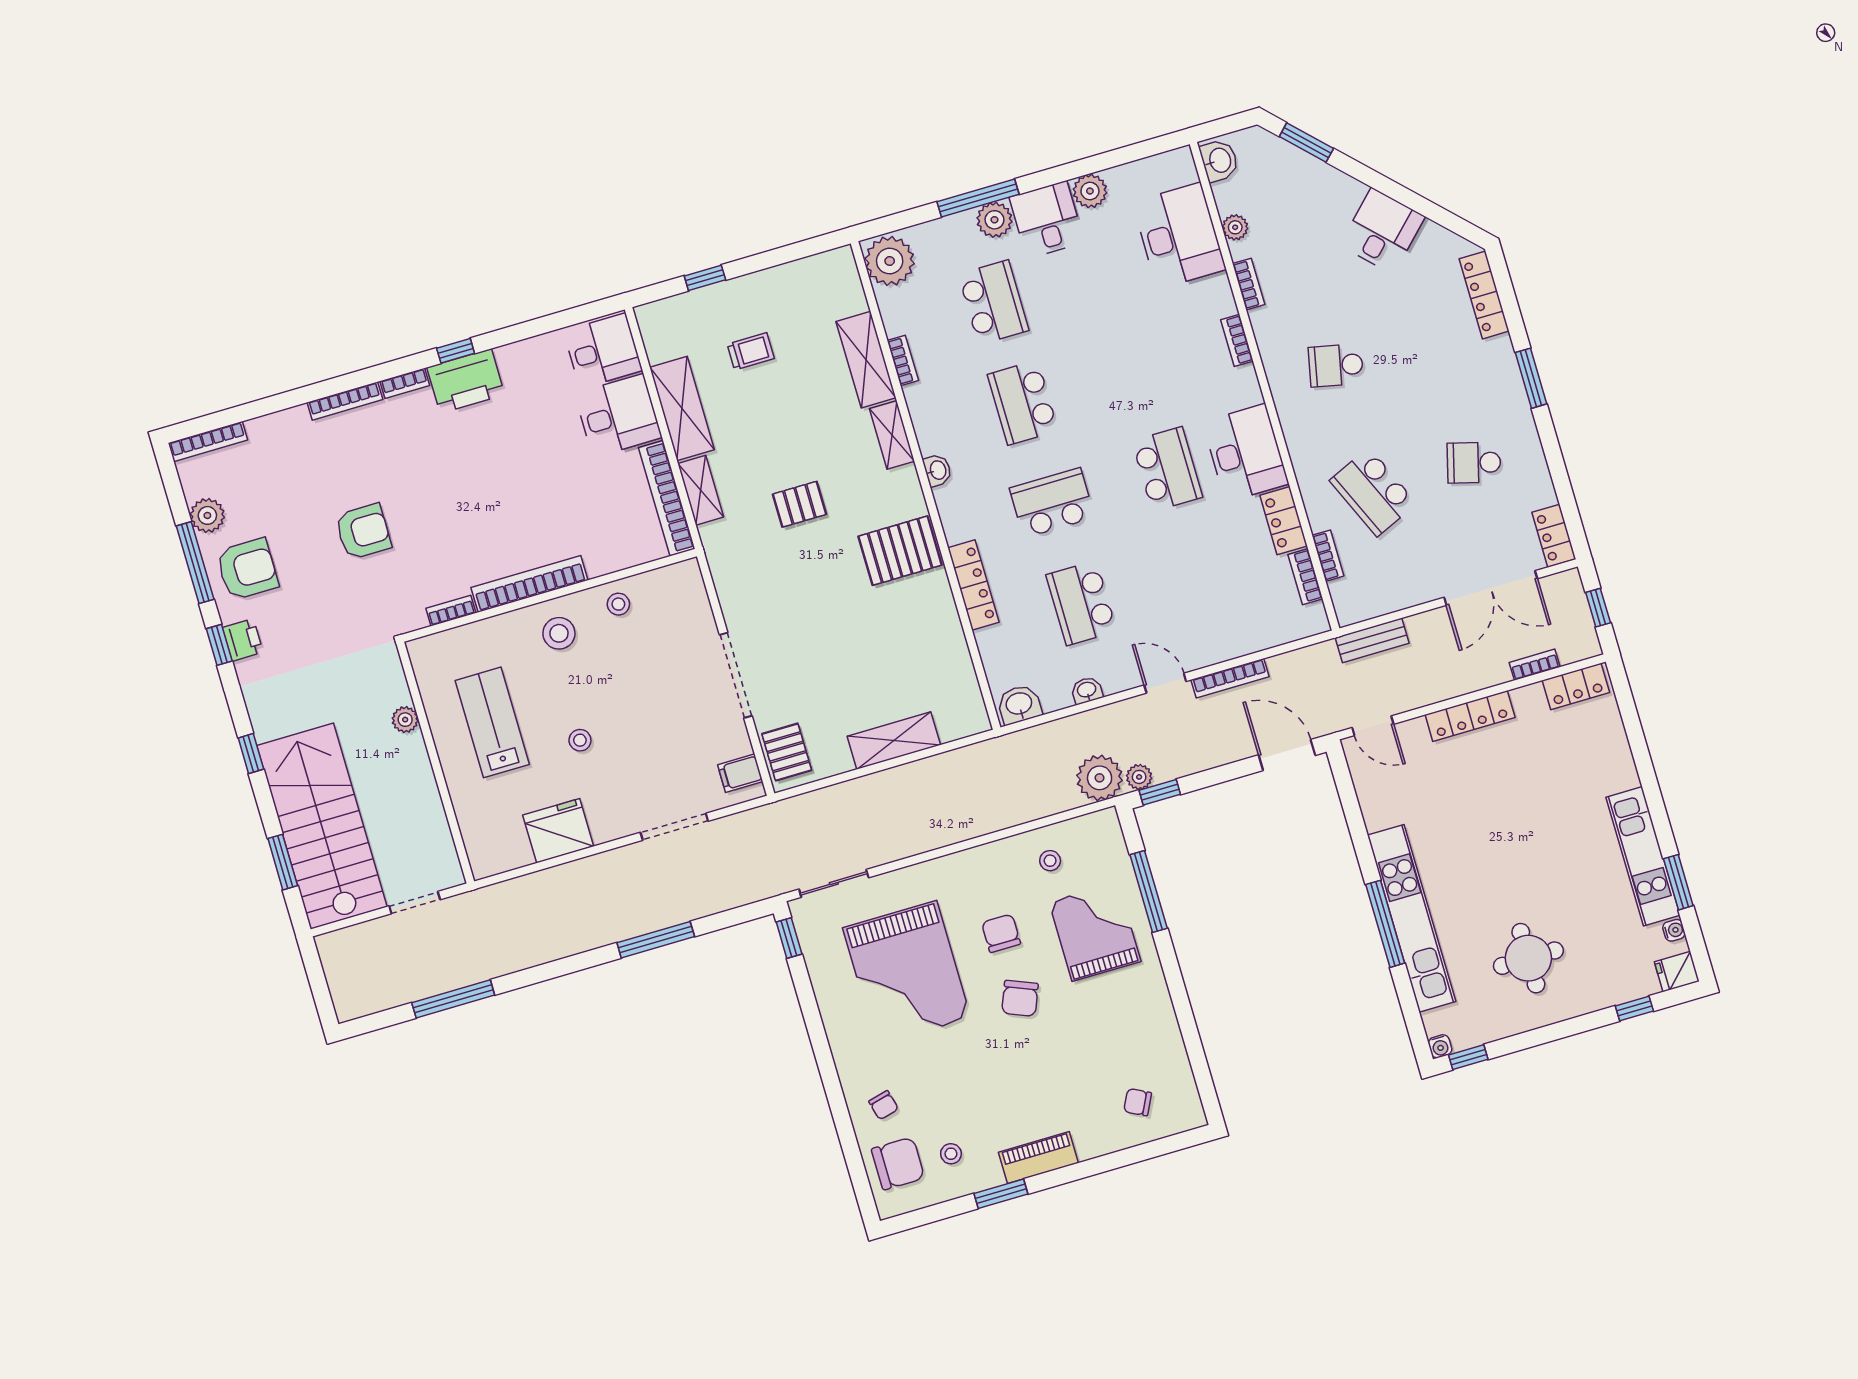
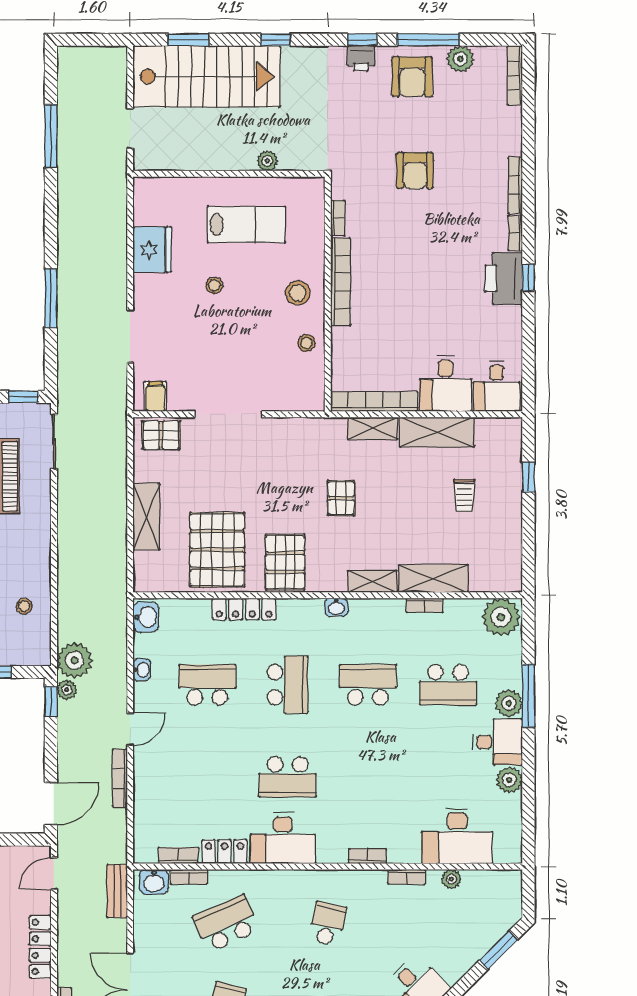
washbasin: (1219, 161) -> (154, 882), moved
pallet: (909, 640) -> (217, 550), added

